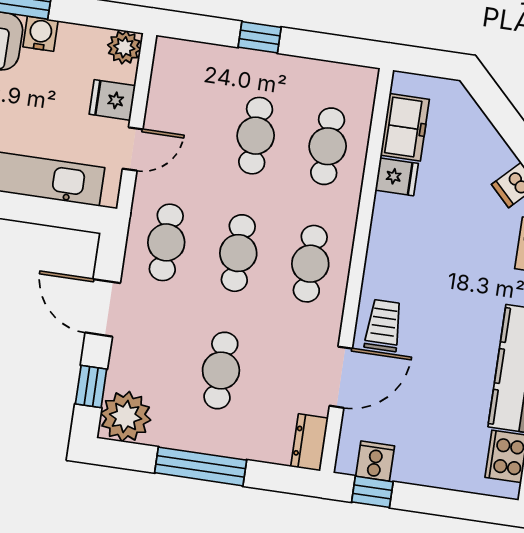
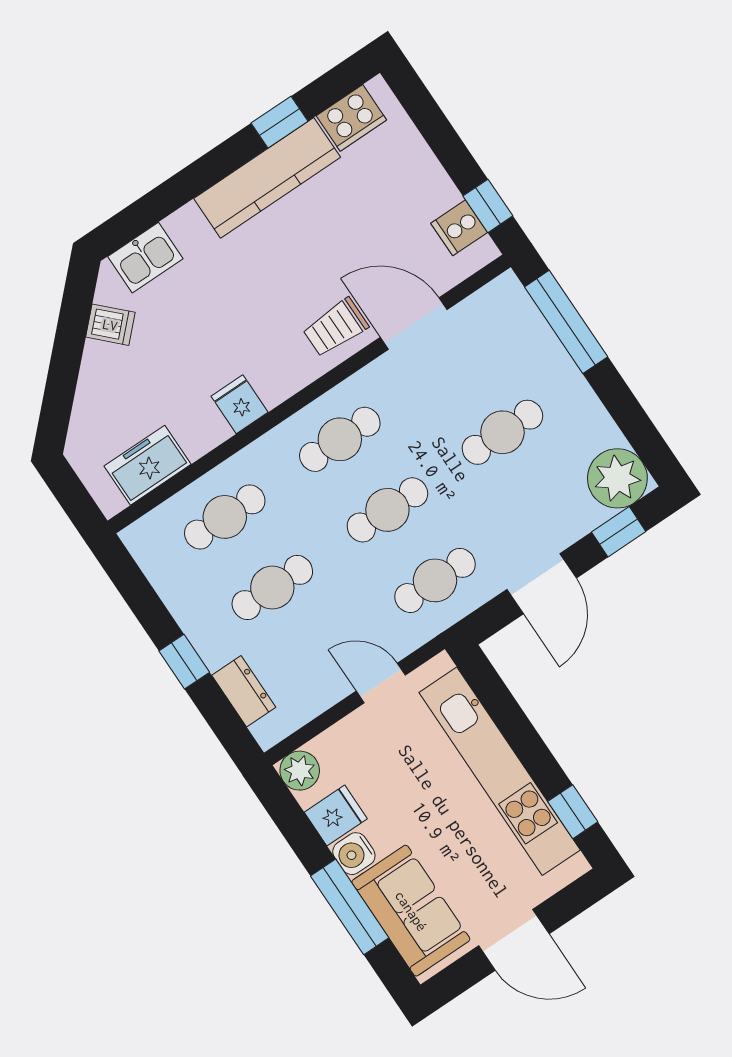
fridge: (112, 100) -> (336, 816), moved, turned -90
fridge: (397, 177) -> (240, 404), moved
dresser: (309, 442) -> (244, 691), moved, turned -90
window: (201, 466) -> (566, 322), moved

